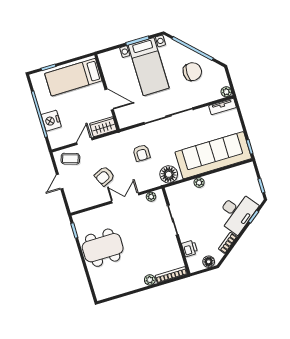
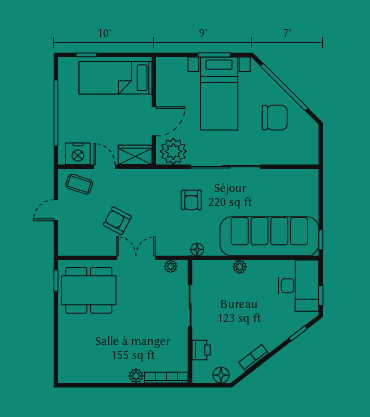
plant: (226, 92) -> (173, 151), moved, width x1.87, depth x1.87
door: (109, 99) -> (154, 121), hinge flipped
tv unit: (223, 107) -> (301, 176), removed
nightstand: (51, 121) -> (78, 154), moved, turned -90
door: (84, 141) -> (105, 167), hinge flipped
armchair: (141, 153) -> (191, 200), moved
floor lamp: (169, 174) -> (197, 249), width x0.53, depth x0.53
armchair: (104, 176) -> (117, 221), turned 53
desk: (237, 212) -> (298, 286), moved, turned -52
dining table: (103, 248) -> (89, 290), moved

